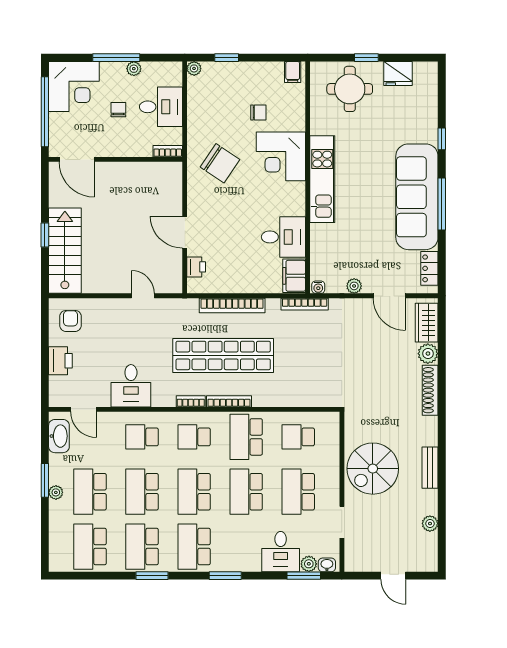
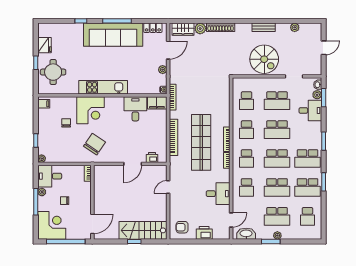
desk: (161, 107) -> (50, 176), moved, turned -90
school desk: (246, 437) -> (247, 130), width x0.54
school desk: (90, 547) -> (307, 216), width x0.54

